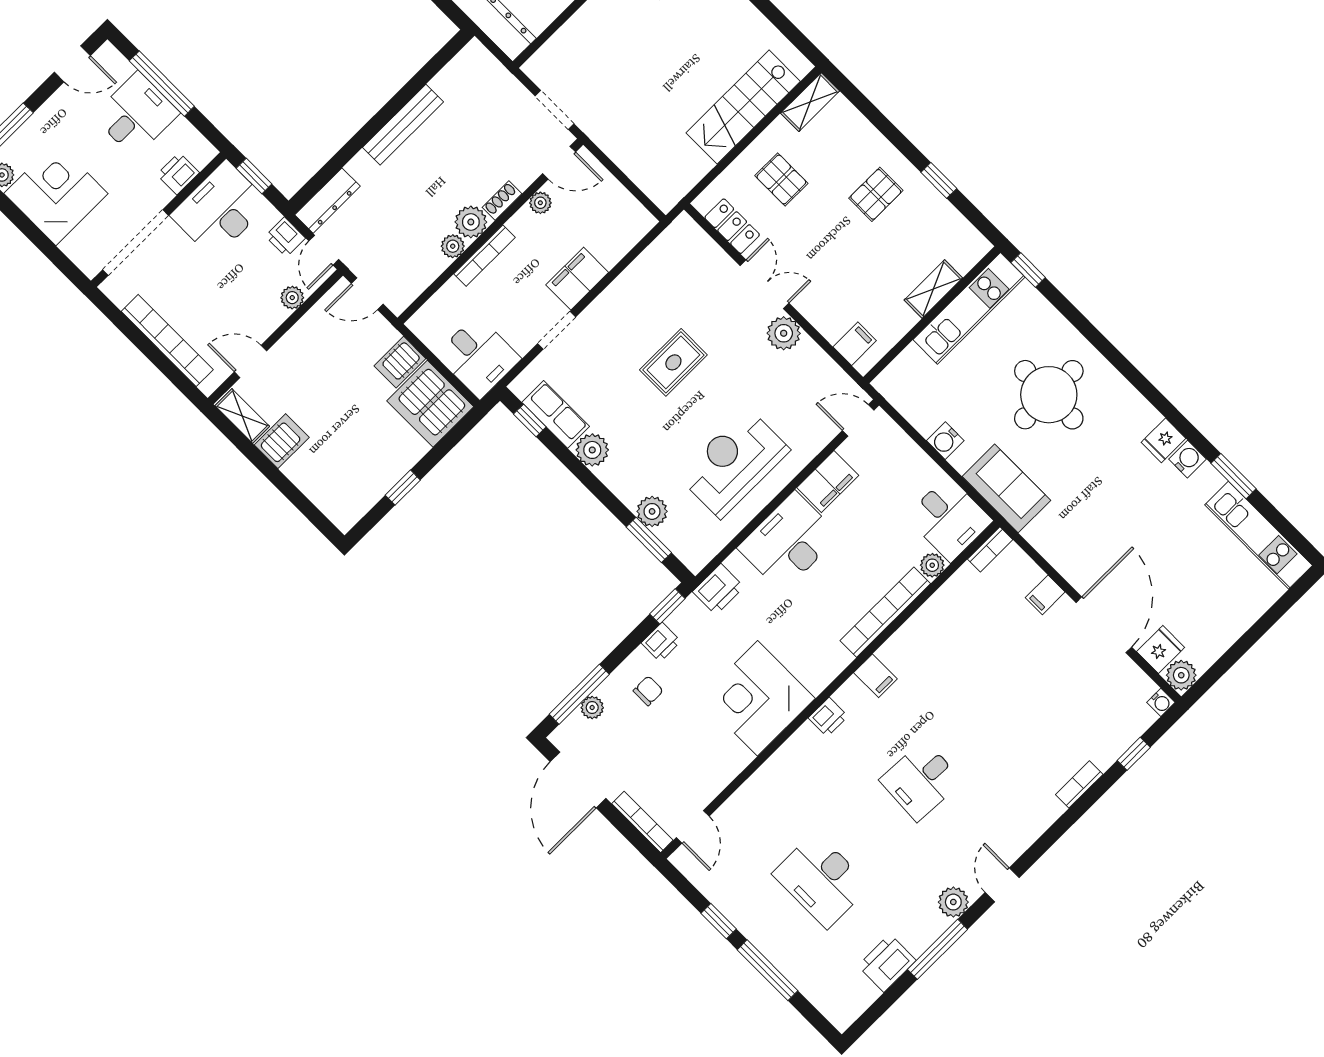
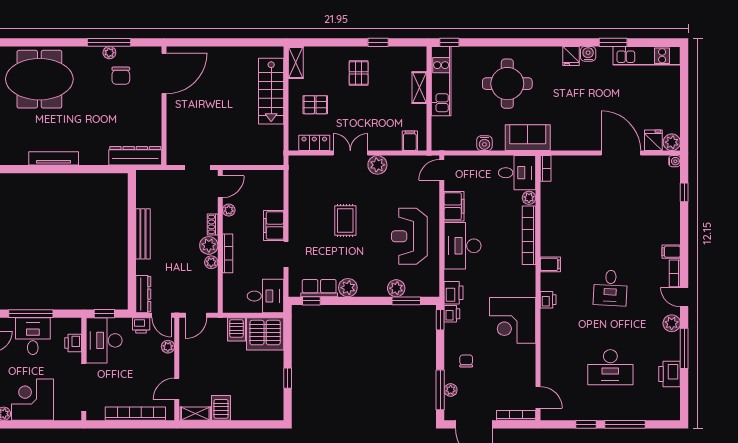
filing cabinet: (1045, 595) -> (671, 252), moved, turned 90
printer: (661, 642) -> (452, 314), moved
bookcase: (1079, 784) -> (675, 273), moved

